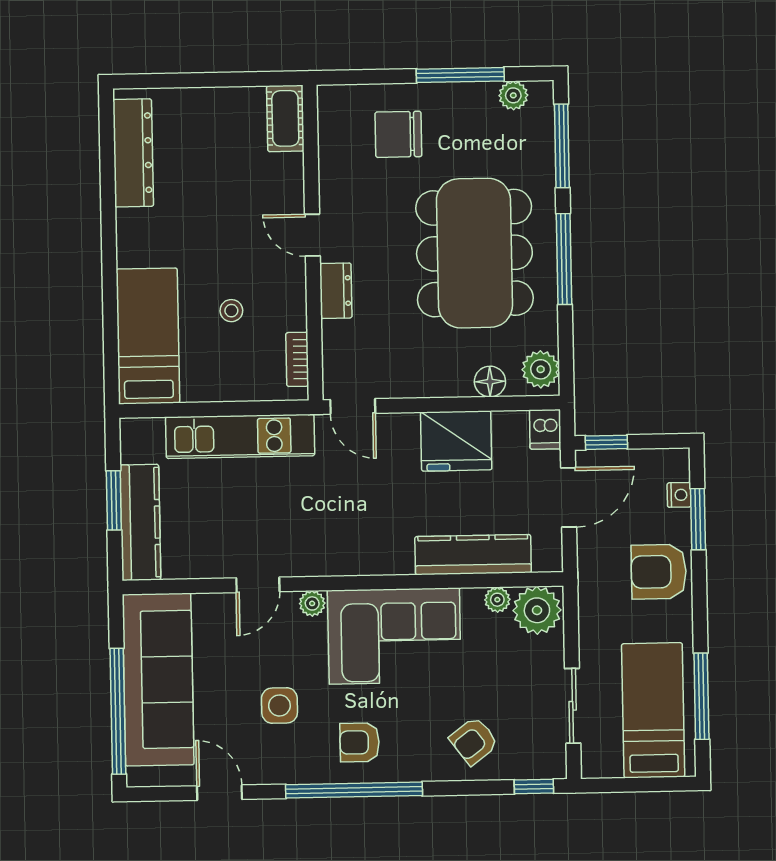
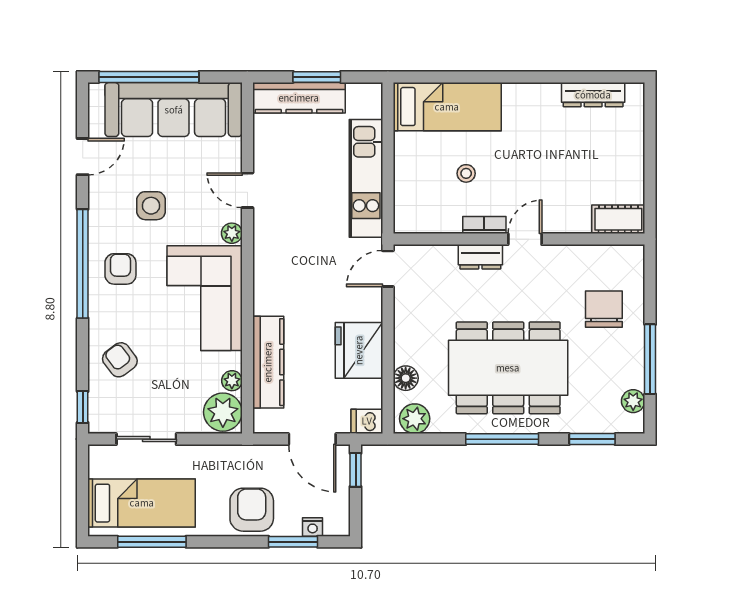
window: (562, 146) -> (592, 439), width x0.69
dresser: (133, 153) -> (593, 95), width x0.73, depth x0.80
bookcase: (297, 359) -> (484, 225), moved

